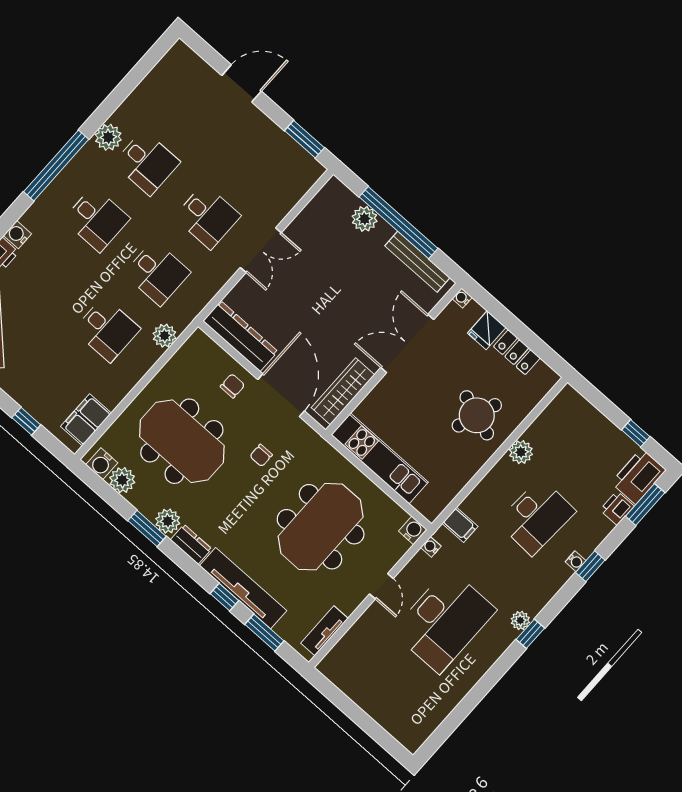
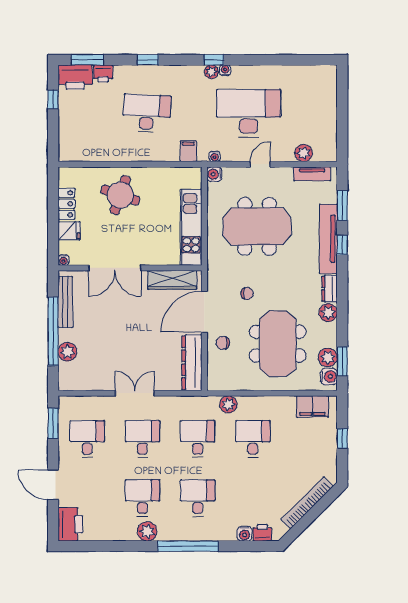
printer: (186, 65) -> (70, 524), added
desk: (258, 160) -> (87, 439), added
plant: (521, 452) -> (304, 153), moved
window: (147, 529) -> (342, 361), moved
water cooler: (576, 561) -> (225, 70), moved

